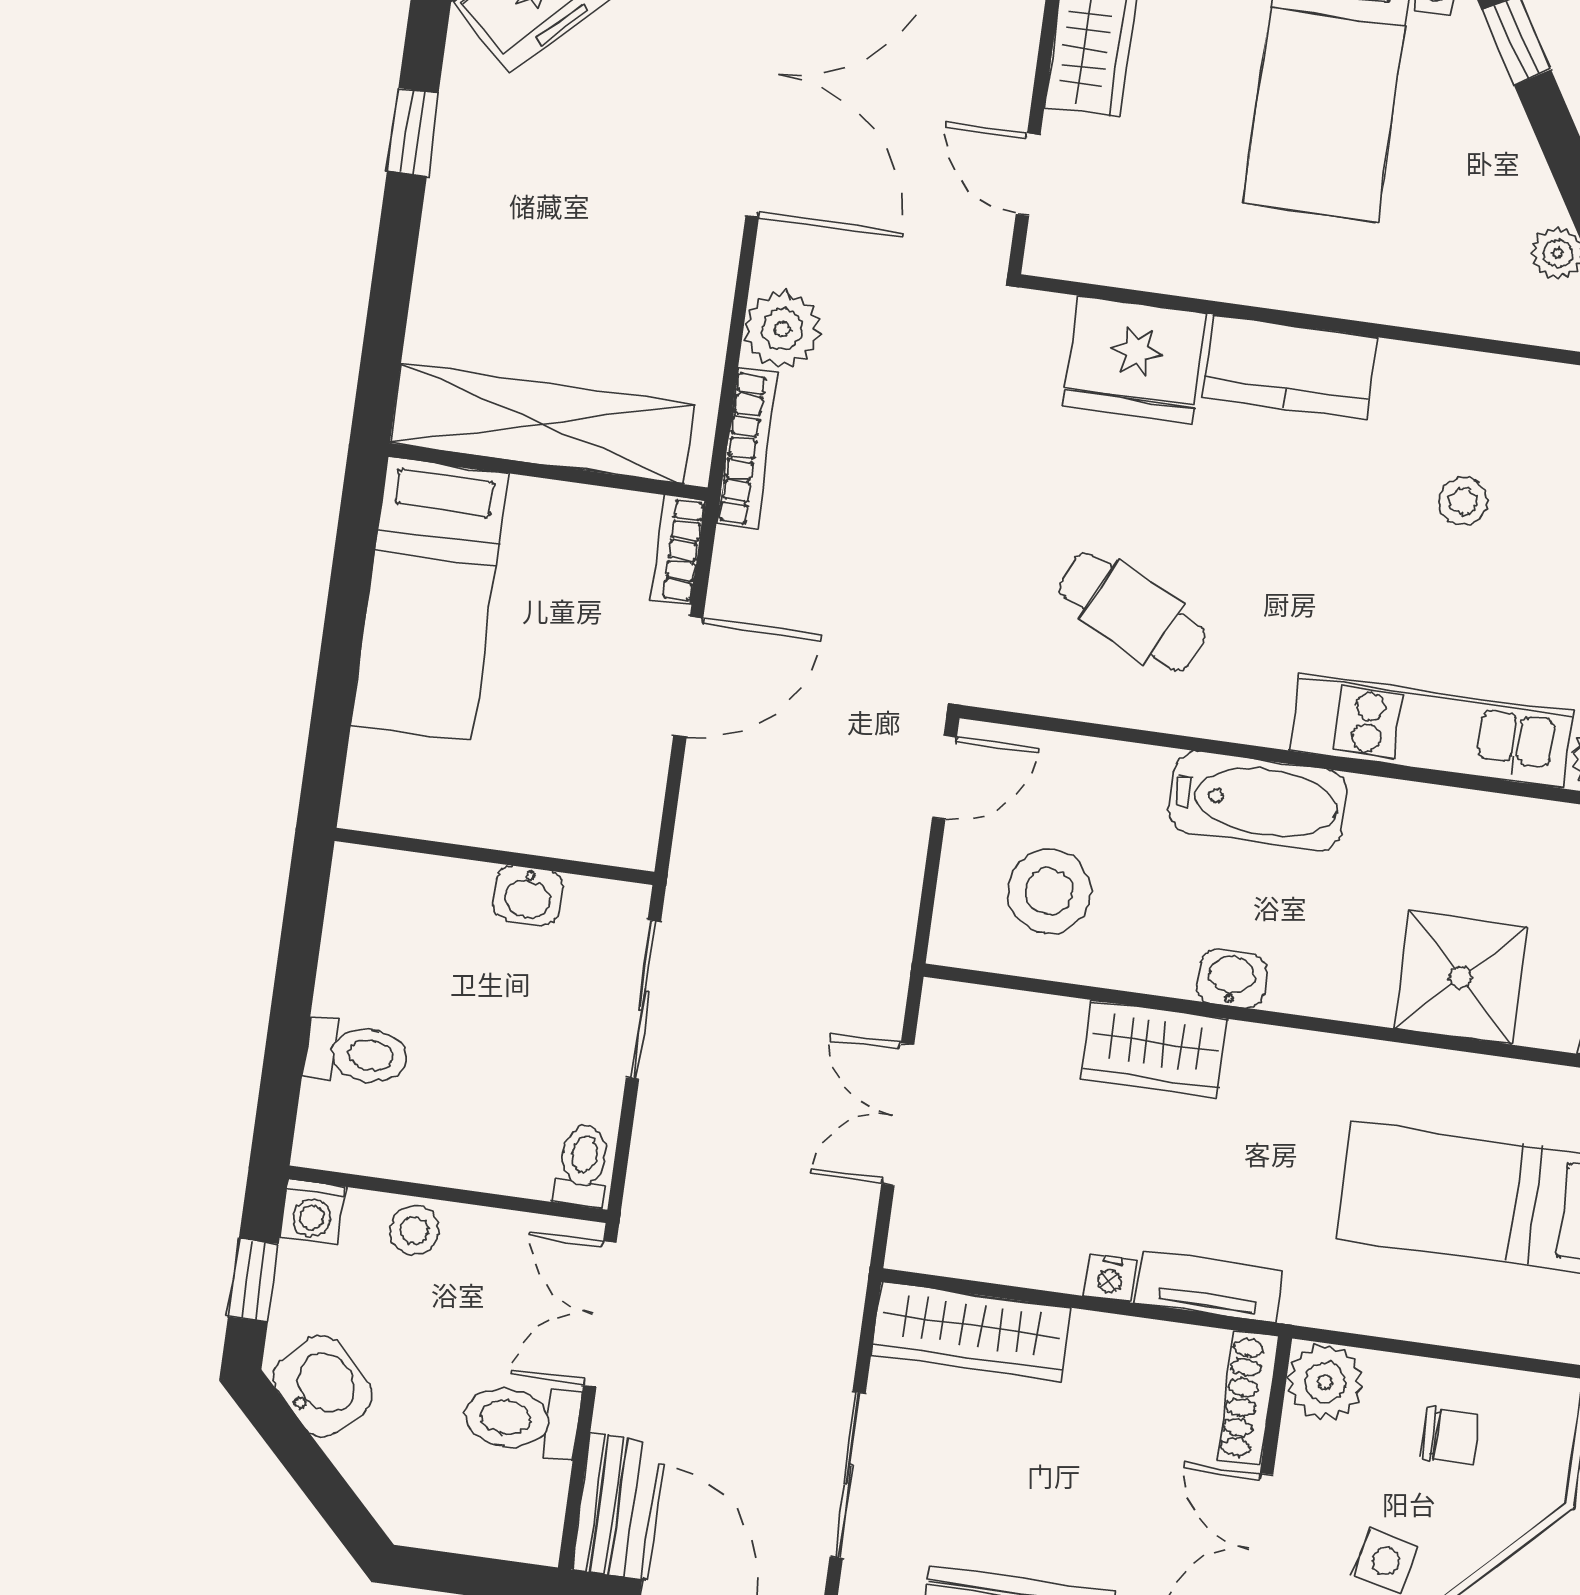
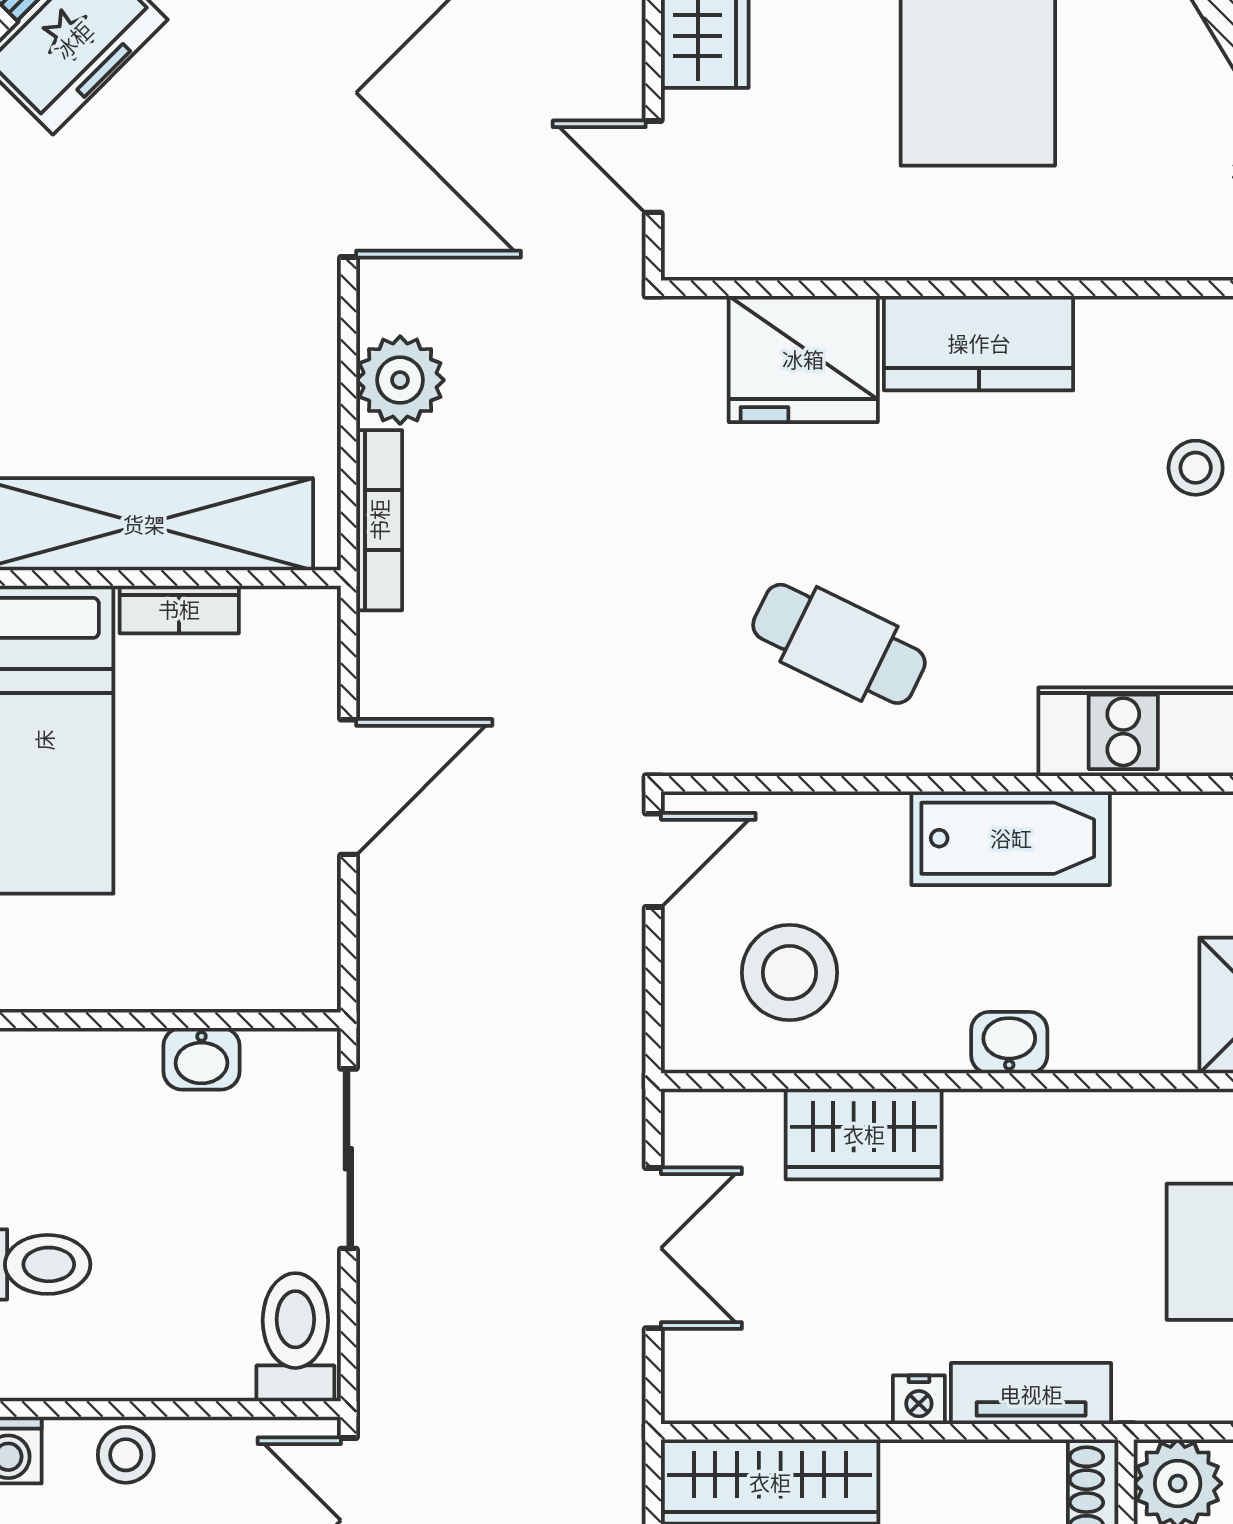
bookcase: (678, 550) -> (179, 609), moved, turned -90
wardrobe: (1154, 1049) -> (864, 1134), moved
double door: (898, 1114) -> (653, 1248), swing flipped
toilet: (583, 1165) -> (295, 1337), width x1.37, depth x1.39

